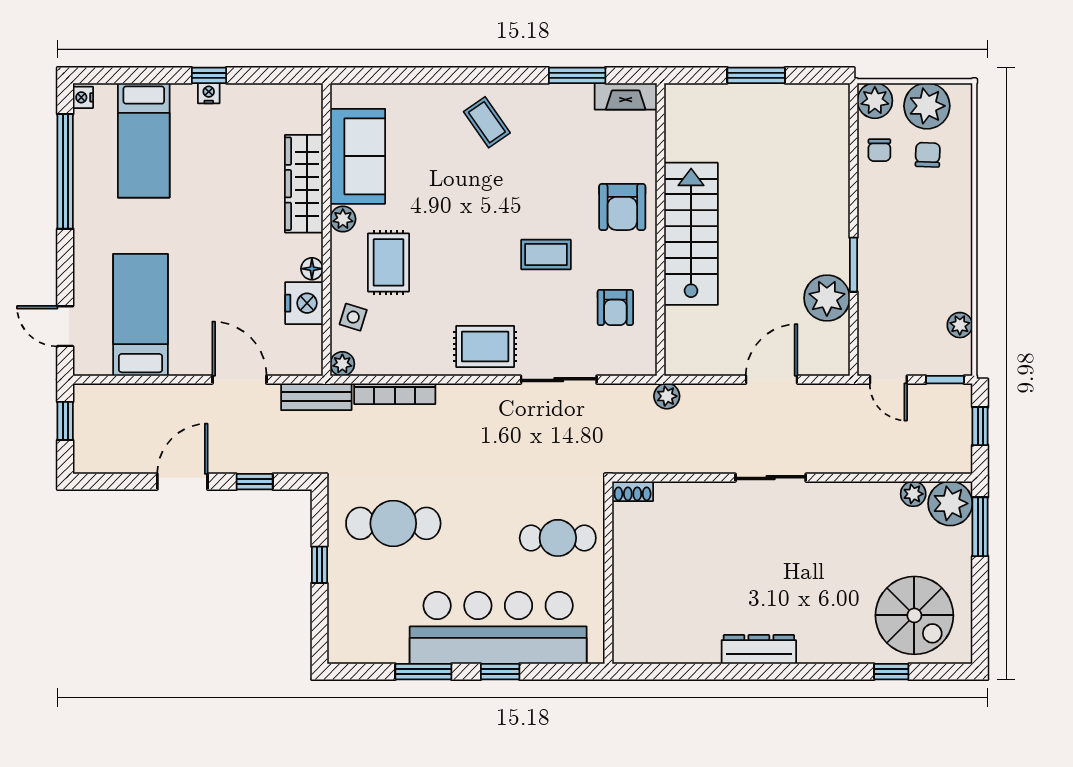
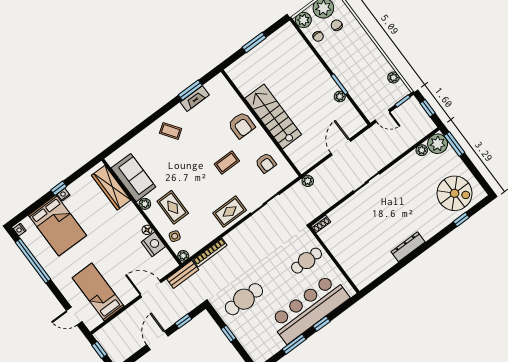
fireplace: (626, 96) -> (195, 99), moved
bed: (144, 140) -> (57, 225), width x1.50
wardrobe: (304, 184) -> (111, 188), moved
plant: (827, 298) -> (340, 97), width x0.53, depth x0.53

